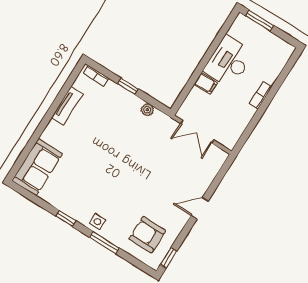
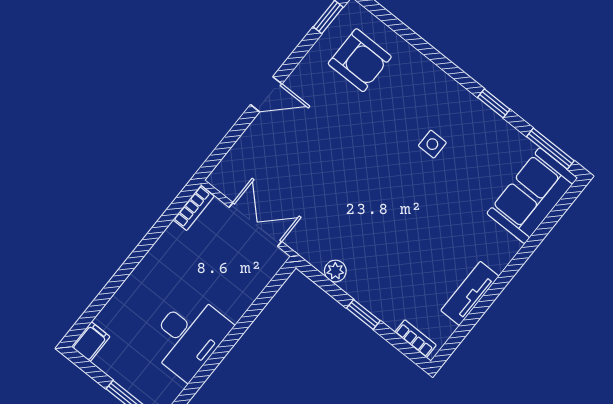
filing cabinet: (206, 83) -> (91, 342), moved, turned 90
bookcase: (261, 95) -> (194, 208), moved
side table: (97, 222) -> (432, 144), moved
window: (104, 243) -> (550, 149), moved

